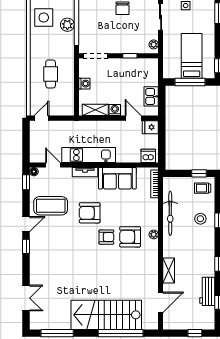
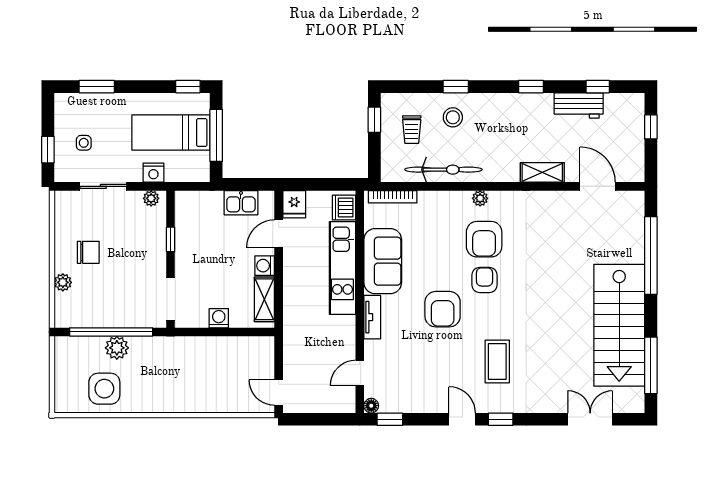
nightstand: (168, 46) -> (153, 173), added
cafe table: (51, 74) -> (202, 377), removed
kitchen unit: (89, 155) -> (342, 268), moved
trolley: (203, 188) -> (412, 130), moved
coffee table: (51, 206) -> (497, 361), moved, width x0.73, depth x0.76
stairs: (106, 315) -> (619, 325), moved

